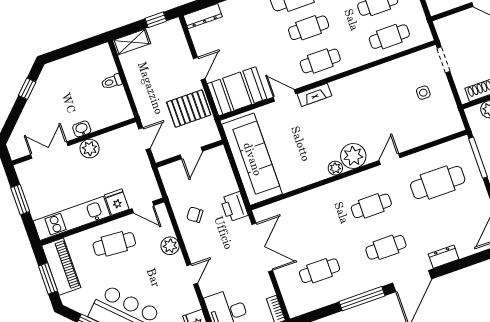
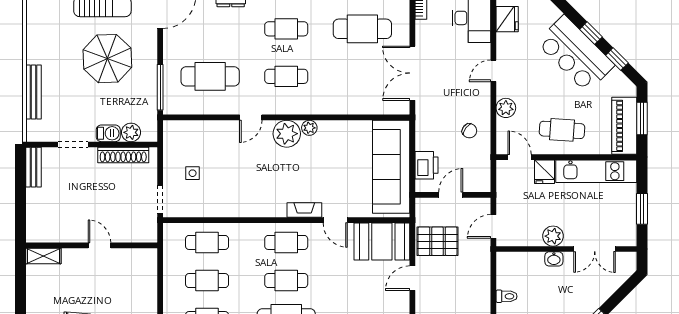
printer: (234, 207) -> (427, 165), moved
cafe table: (319, 271) -> (362, 29), width x1.37, depth x1.35

